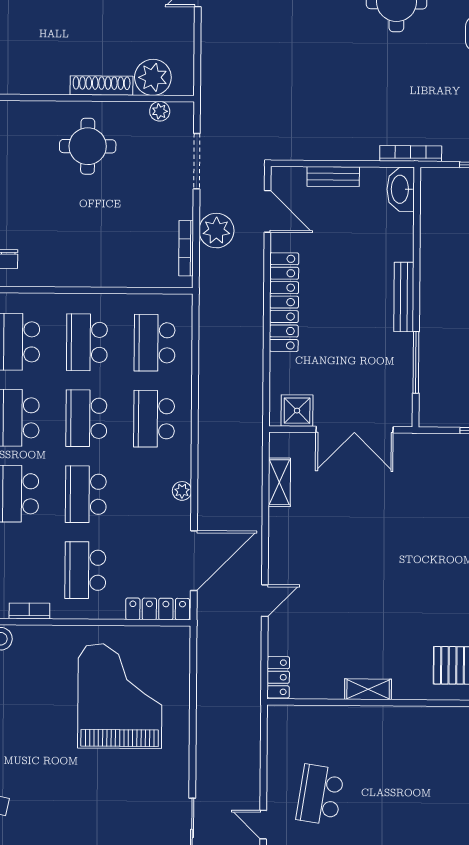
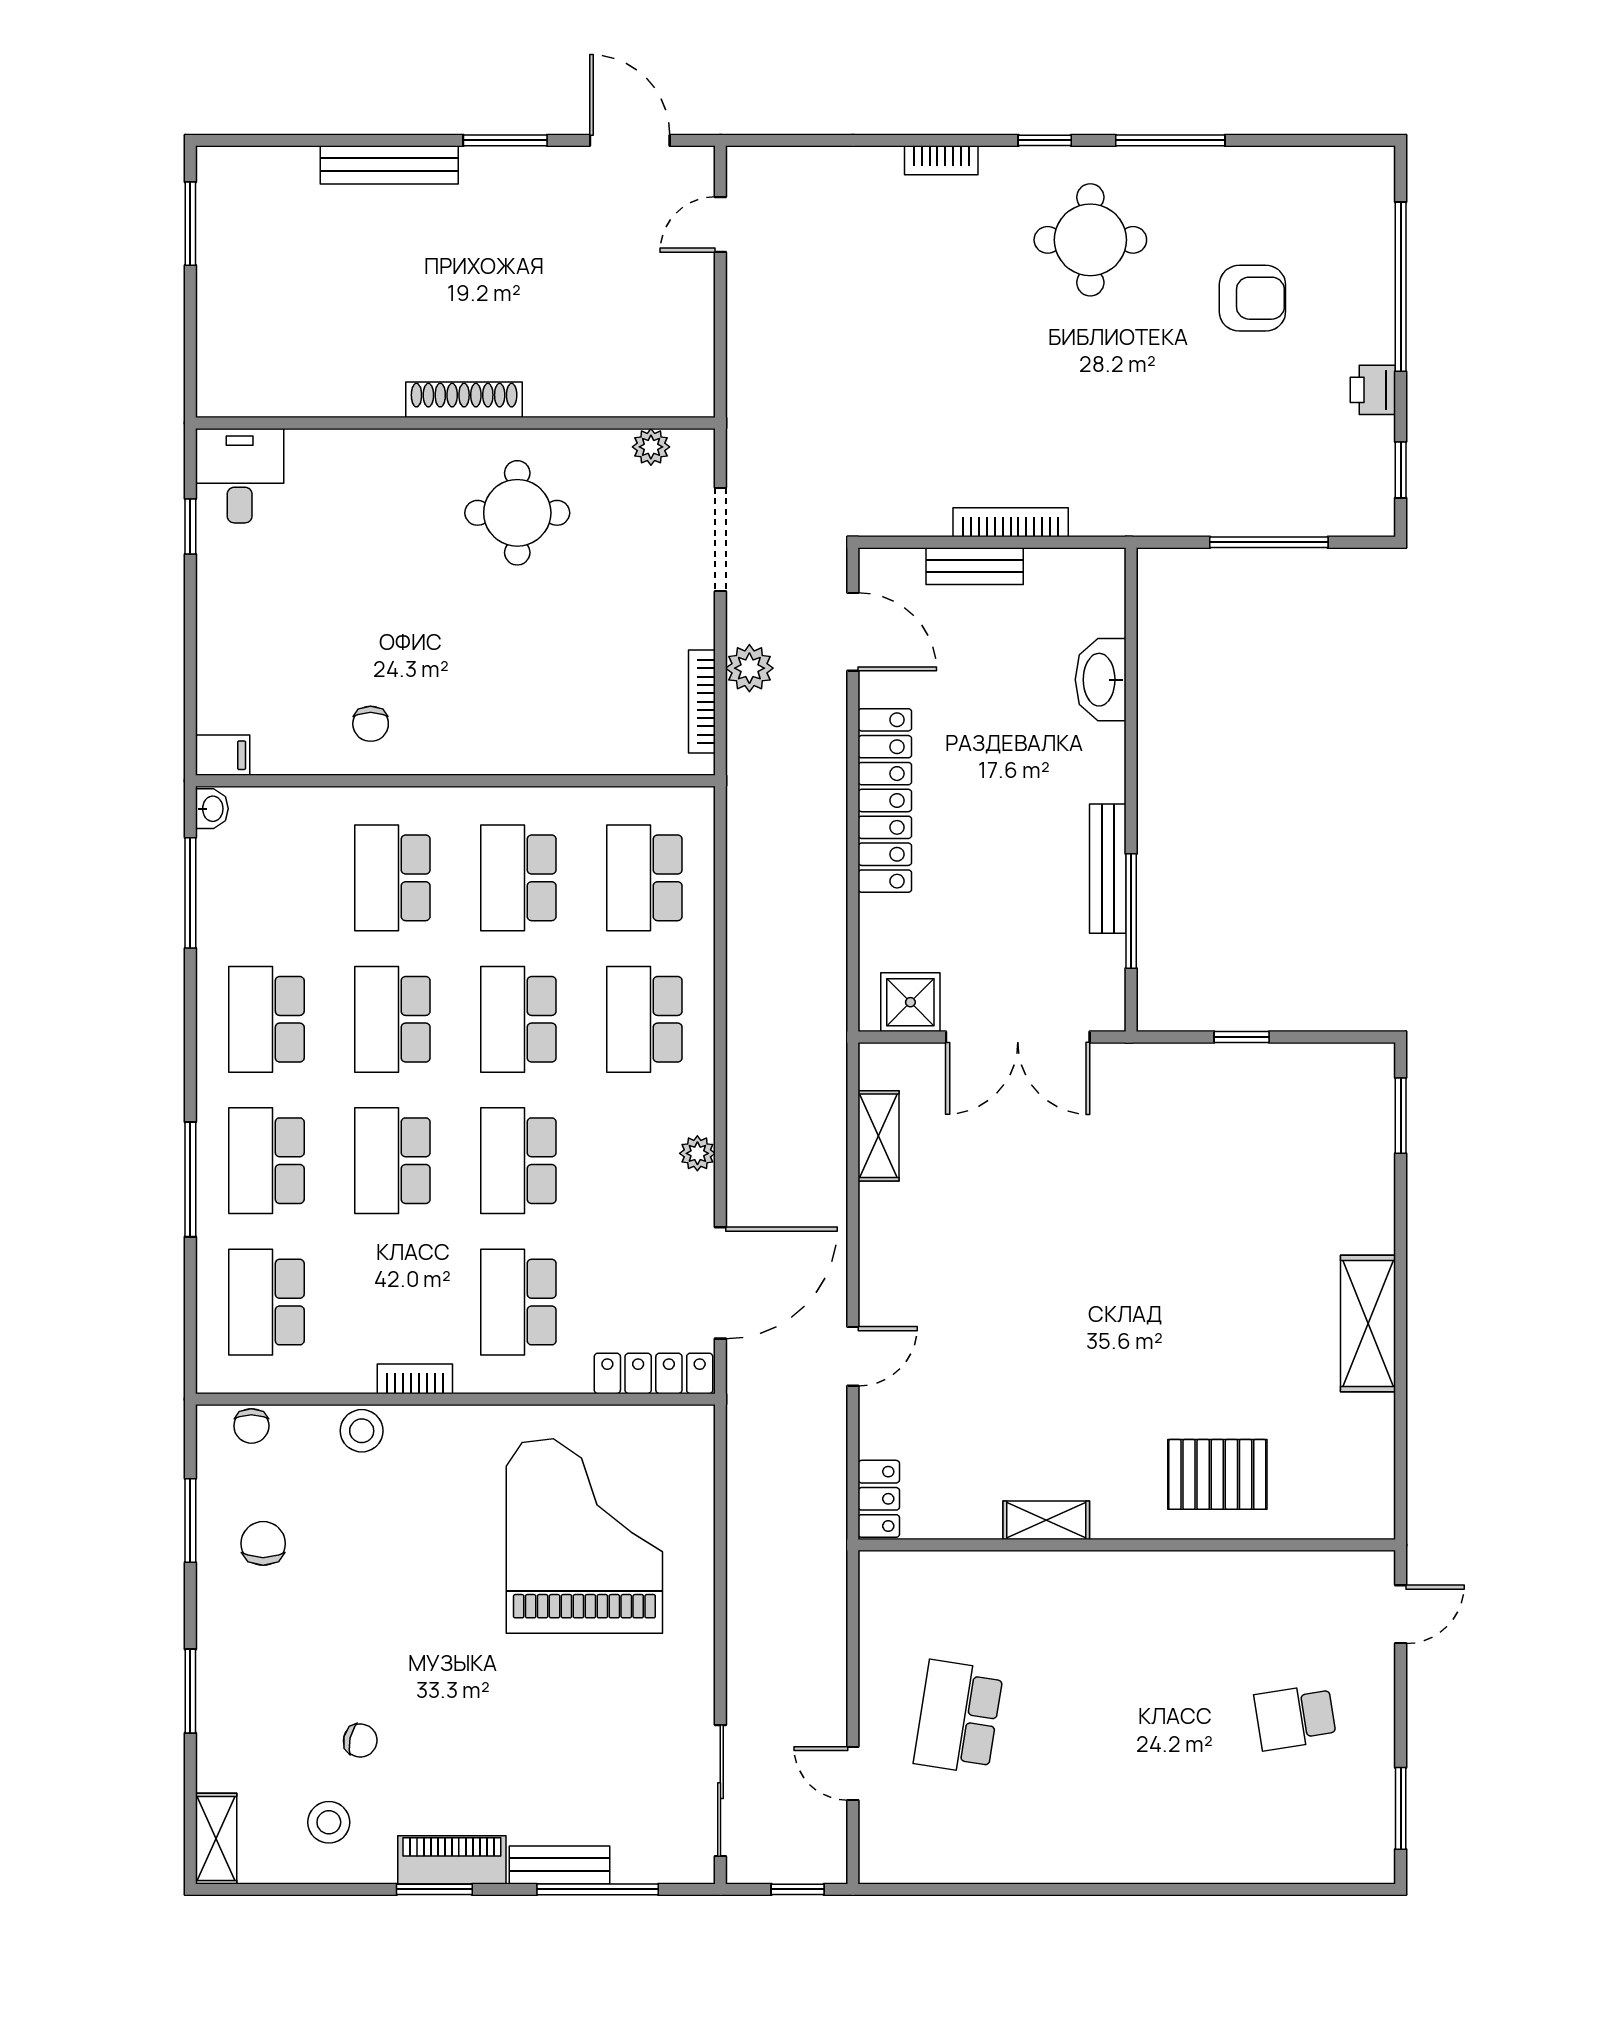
plant: (153, 77) -> (638, 384), removed
shoe rack: (102, 86) -> (464, 400), moved
bookcase: (411, 154) -> (1011, 522), moved
washbasin: (401, 189) -> (1101, 680), moved
plant: (216, 231) -> (749, 668), width x0.73, depth x0.73
bench: (404, 297) -> (1108, 869), moved

